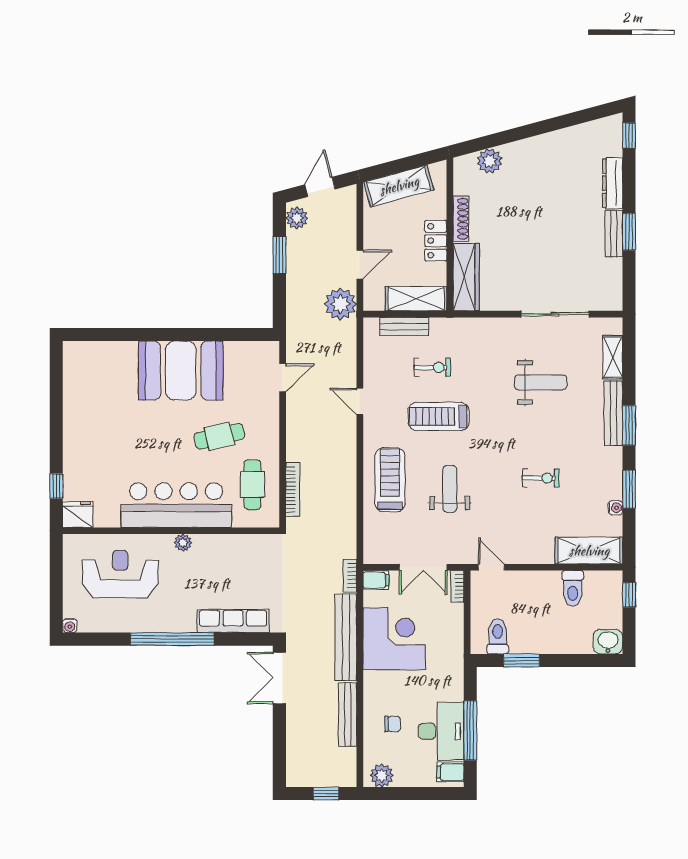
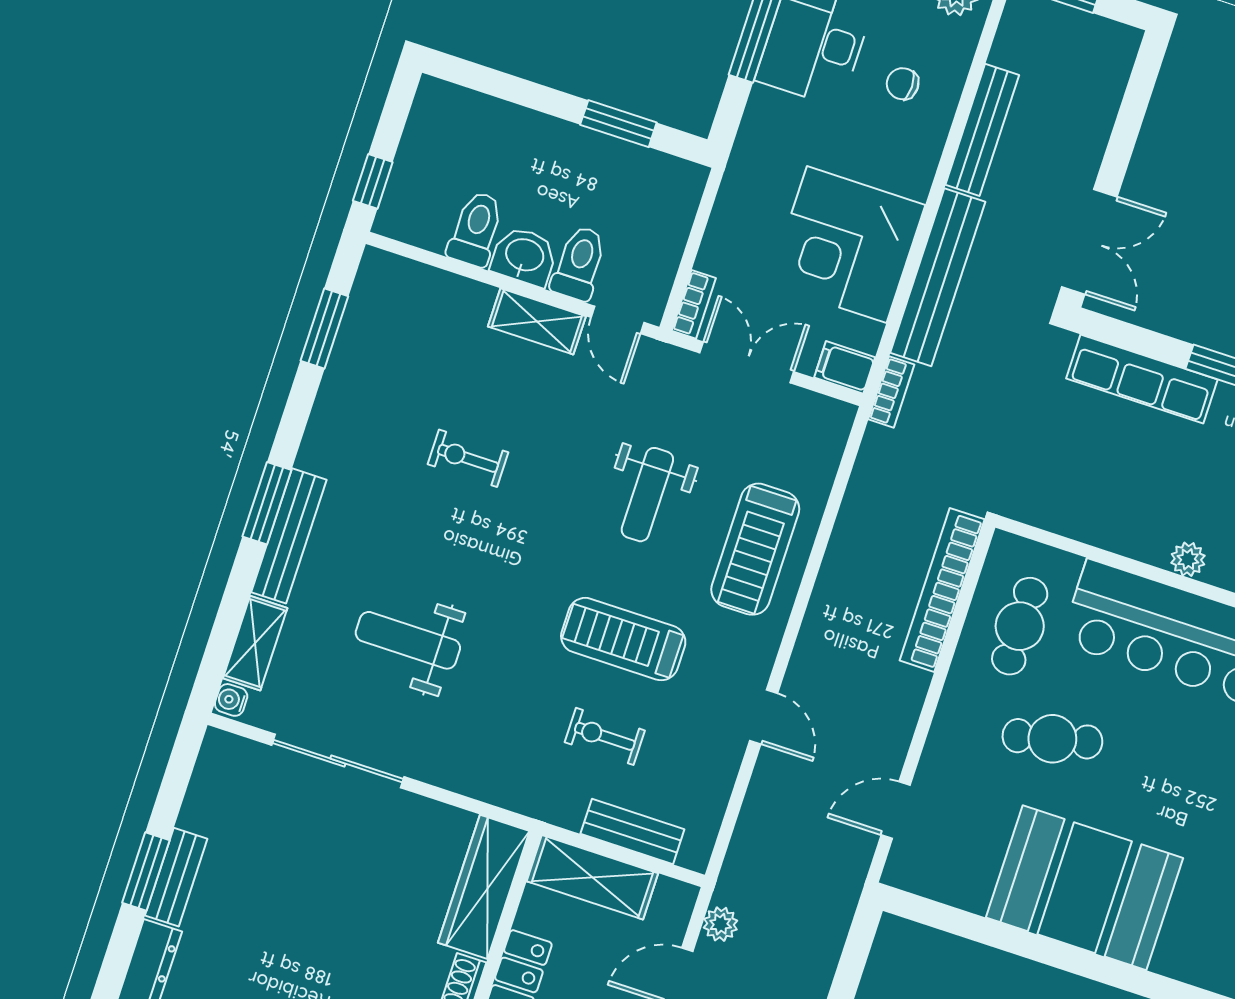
plant: (340, 304) -> (721, 924), width x0.53, depth x0.53
treadmill: (439, 417) -> (623, 639), turned 180
window: (629, 489) -> (324, 329), moved
bookcase: (293, 490) -> (942, 590), width x1.48, depth x1.31
water cooler: (615, 508) -> (231, 700), moved
shelving: (589, 551) -> (537, 321), moved, width x0.67, depth x0.75
toilet: (498, 636) -> (579, 263), moved, turned 180
washbasin: (608, 642) -> (524, 256), moved, turned 180

